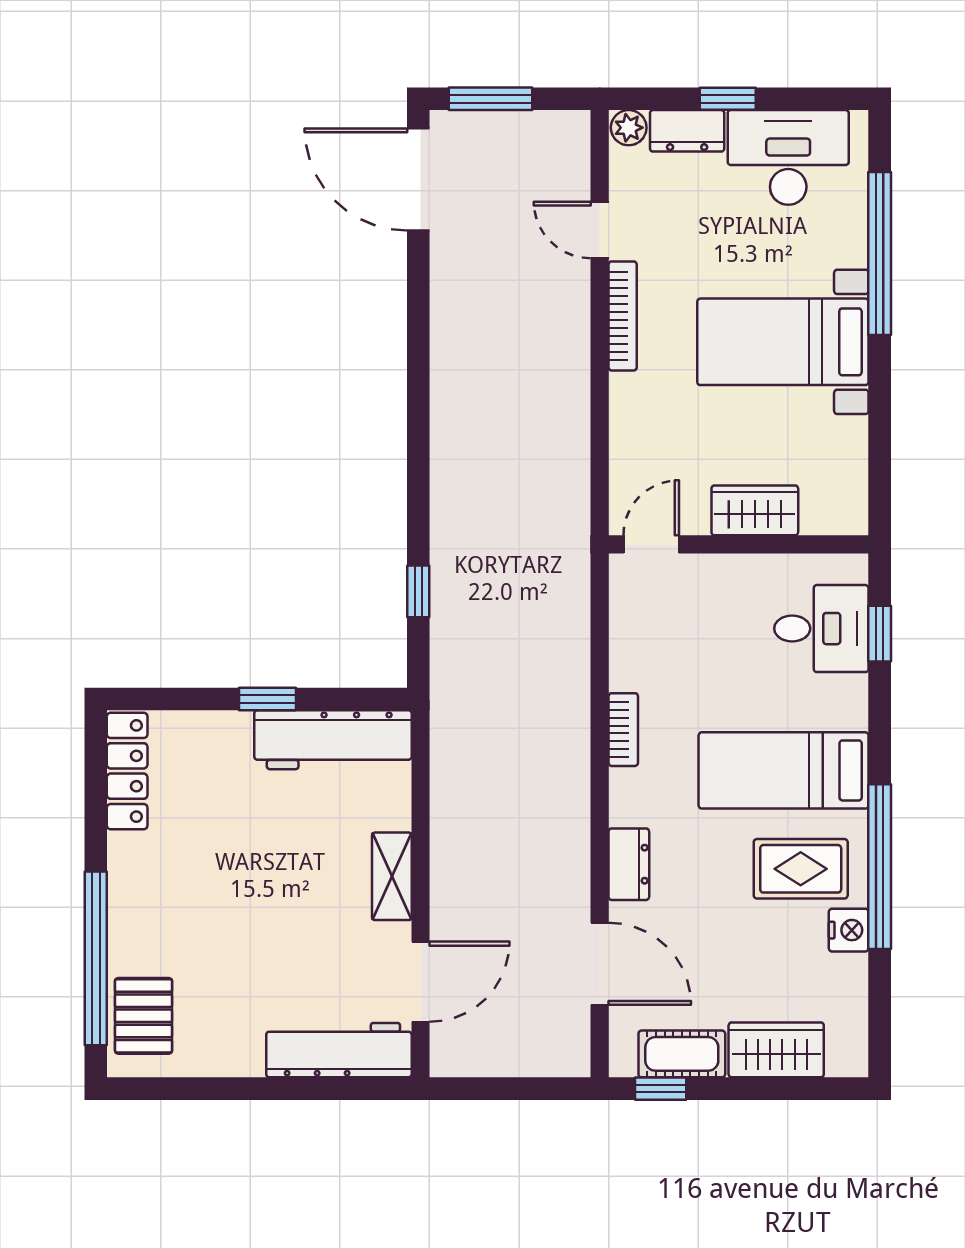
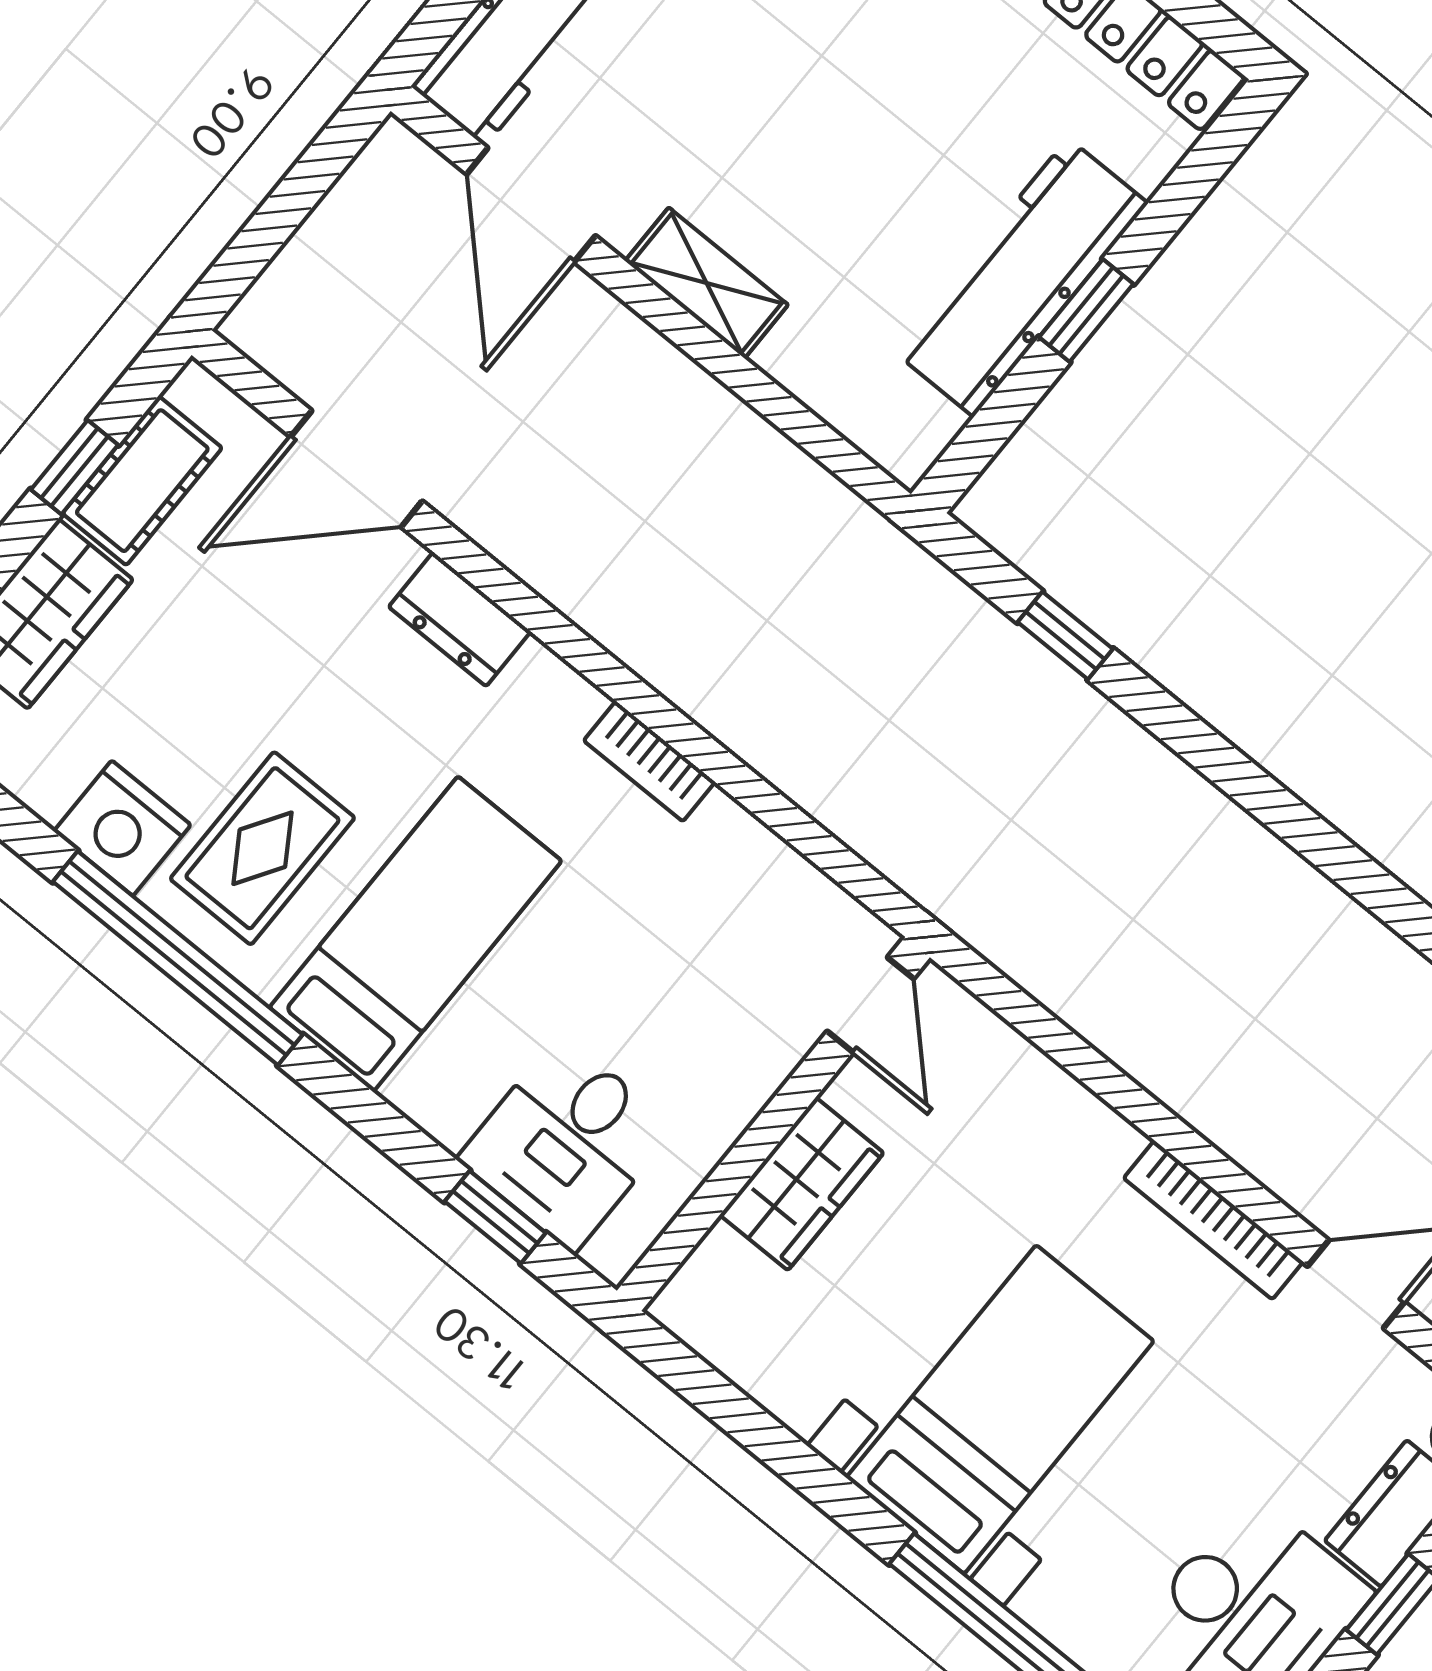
workbench: (333, 740) -> (1021, 277), moved
nightstand: (849, 930) -> (122, 828), width x1.36, depth x1.33
window: (661, 1089) -> (74, 467), moved

